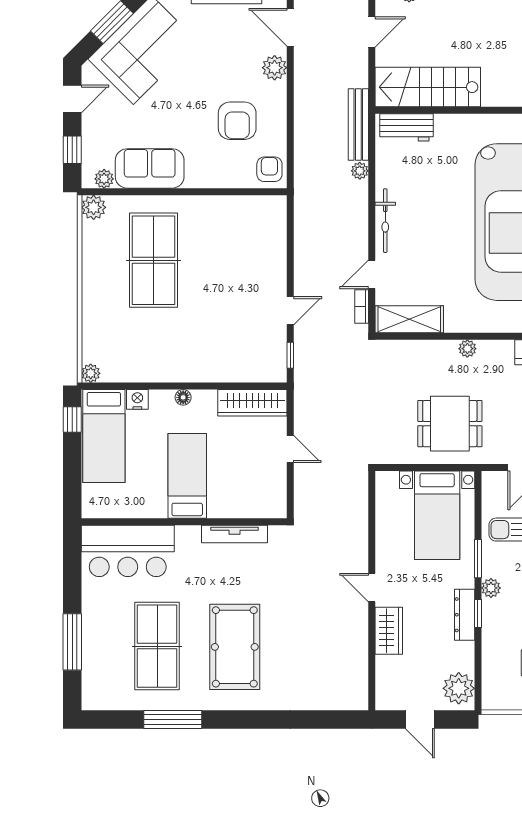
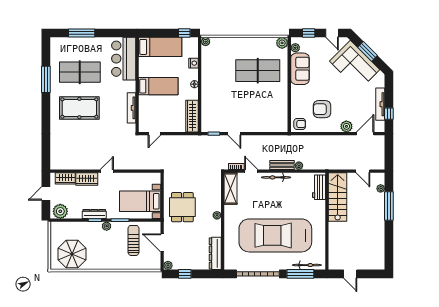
bench: (358, 125) -> (282, 165), moved, width x0.73
bed: (104, 436) -> (160, 47), moved, turned 180
door: (290, 449) -> (154, 134), moved
wardrobe: (387, 677) -> (65, 178), added

